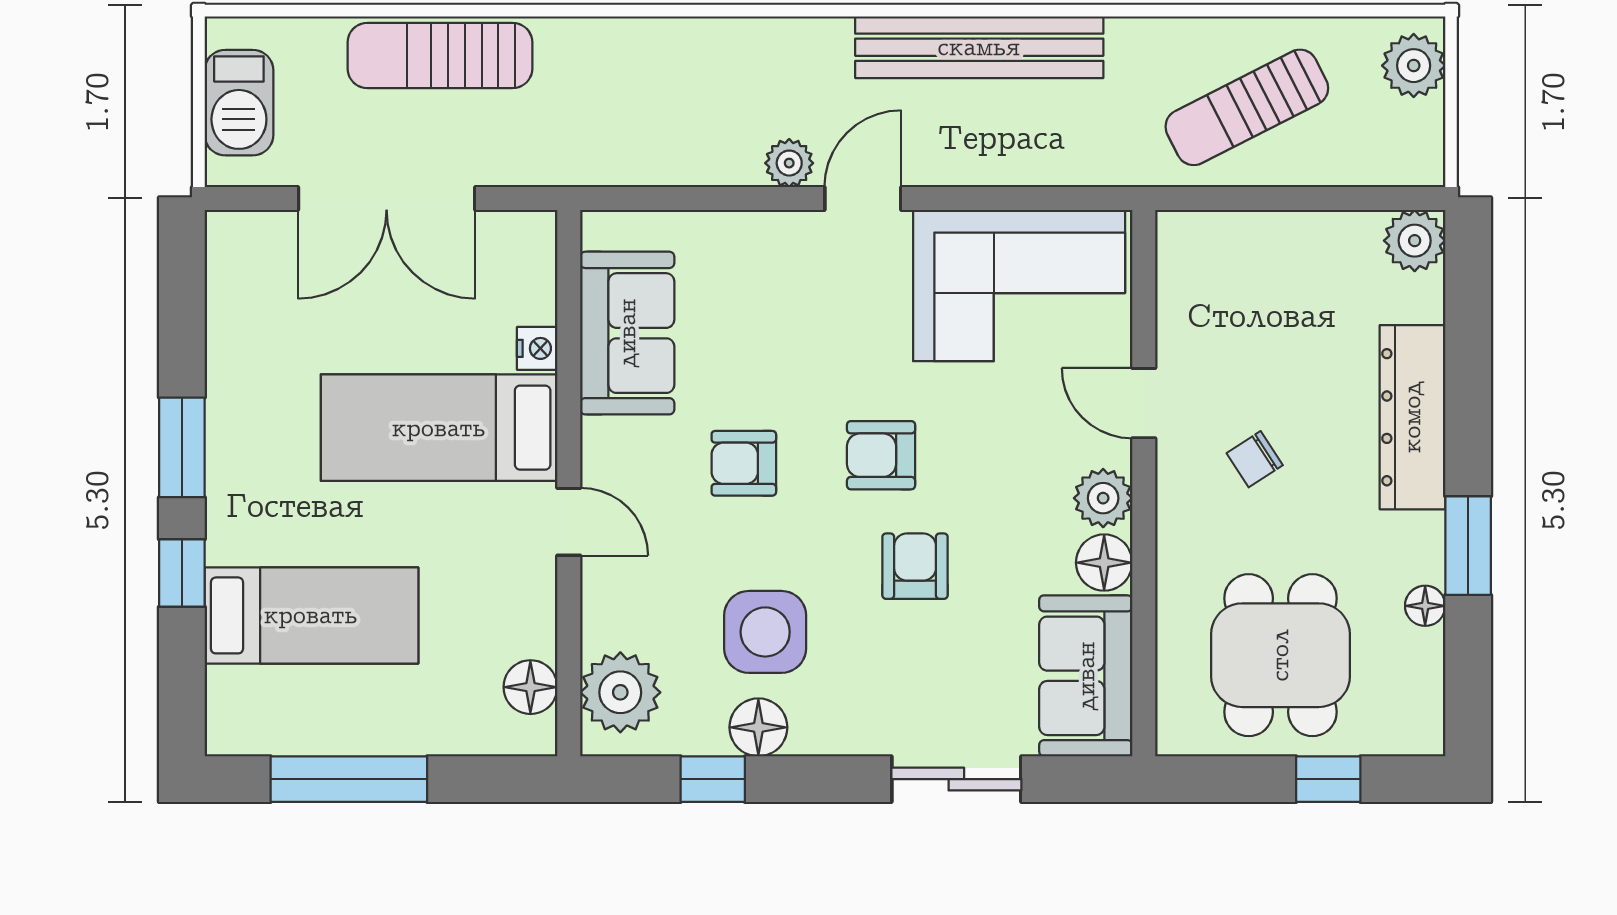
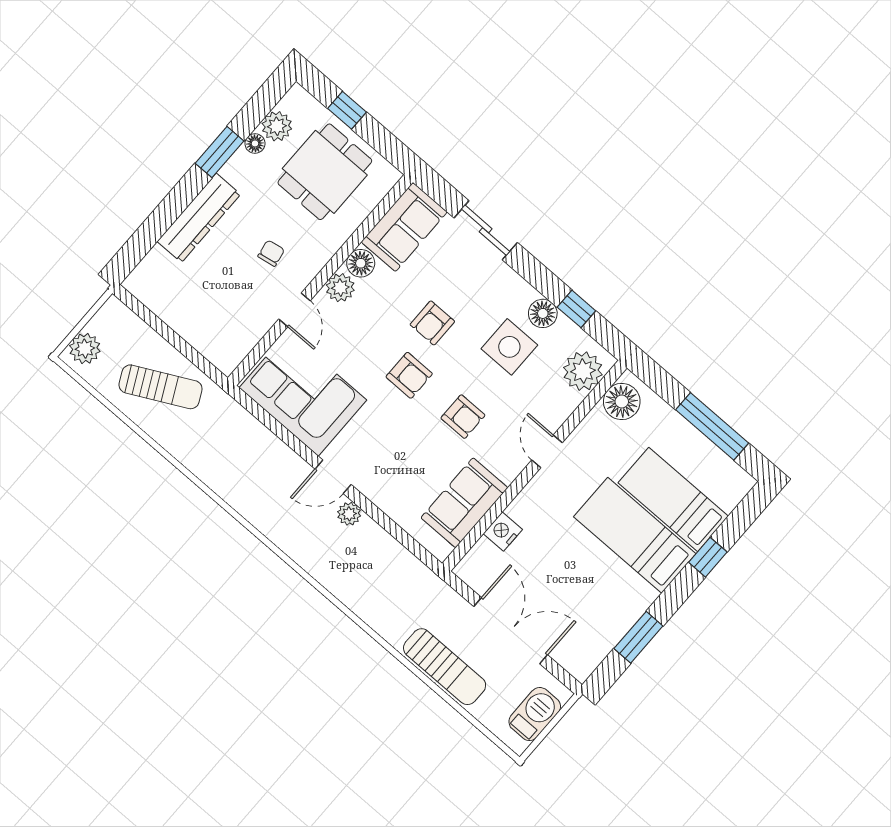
bench: (979, 47) -> (241, 496), removed
plant: (1415, 241) -> (277, 126), moved
nightstand: (537, 348) -> (503, 532), width x1.39, depth x1.35
bed: (439, 428) -> (635, 535), moved, turned 180
window: (182, 447) -> (638, 637), moved
chair: (1255, 459) -> (271, 253), turned -67
floor lamp: (530, 687) -> (622, 402), width x1.38, depth x1.38

